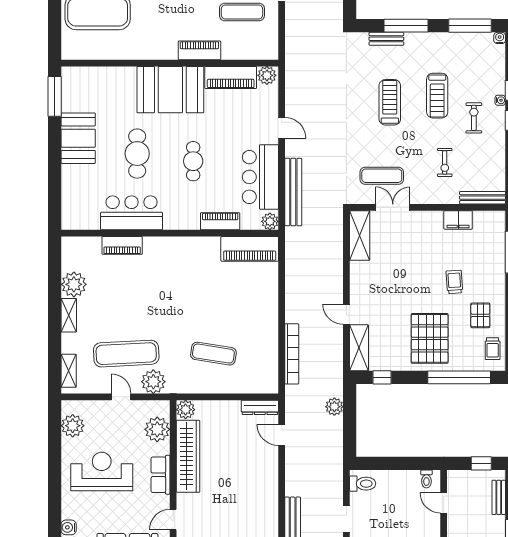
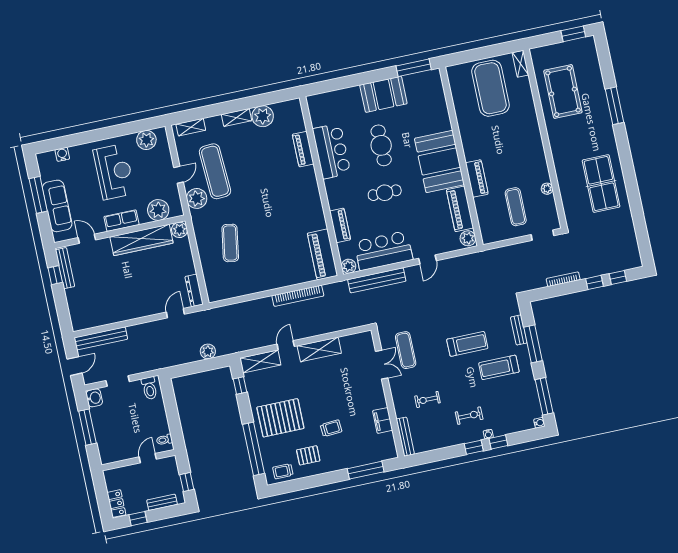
treadmill: (437, 96) -> (499, 367), moved
cafe table: (137, 154) -> (381, 145), turned 90
shelving: (360, 235) -> (319, 350), moved
bookcase: (292, 354) -> (298, 296), moved

